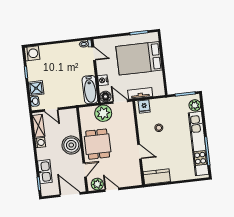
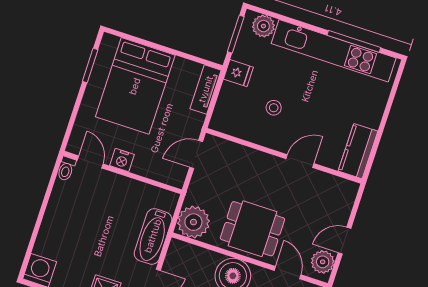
door: (94, 54) -> (90, 162), hinge flipped
nightstand: (103, 80) -> (122, 160), moved
bathtub: (90, 90) -> (153, 236), moved, turned 90
tv unit: (140, 93) -> (206, 89), moved
floor lamp: (105, 97) -> (175, 176), removed
fridge: (144, 107) -> (238, 73), moved
plant: (103, 113) -> (193, 222), moved

